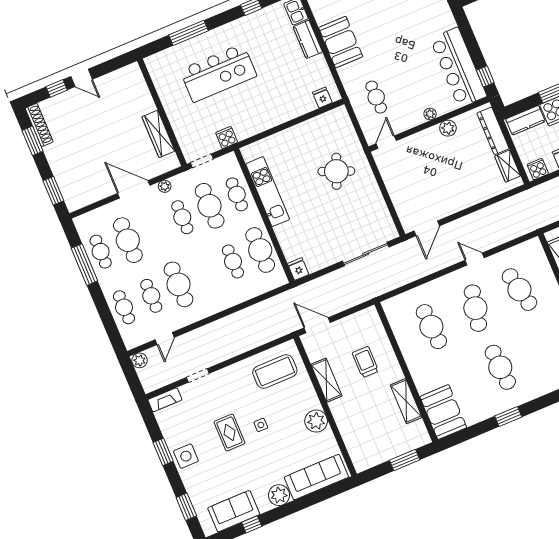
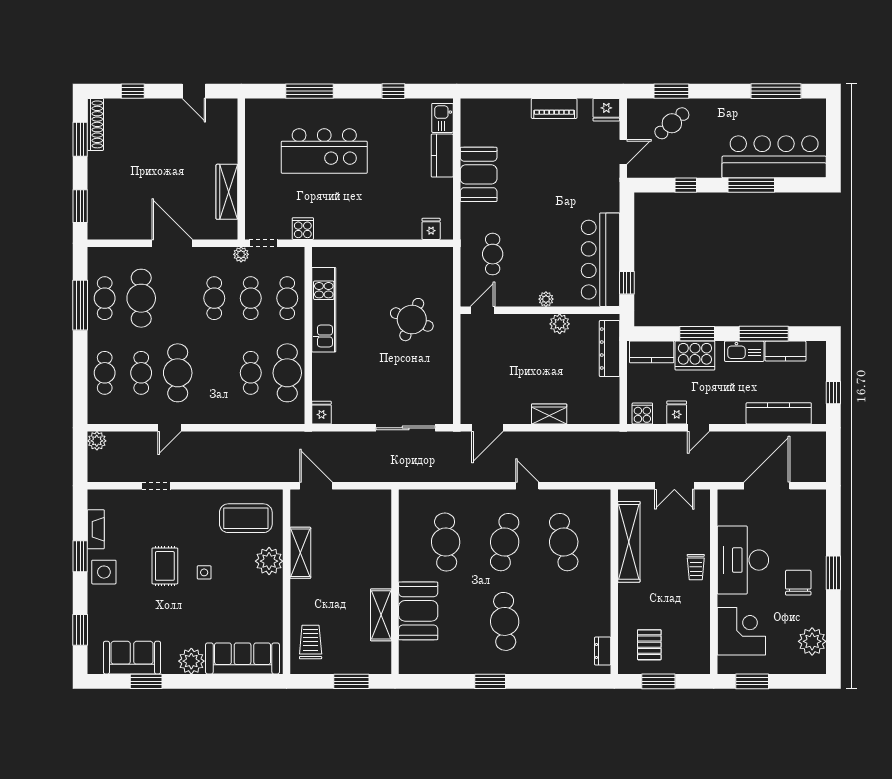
door: (82, 78) -> (194, 91), moved
wardrobe: (508, 166) -> (549, 414), moved, turned 90
plant: (165, 186) -> (241, 254), moved
cafe table: (210, 206) -> (251, 298), width x0.73, depth x0.74
door: (165, 338) -> (169, 428), moved
trolley: (365, 362) -> (311, 642), moved
fireplace: (165, 400) -> (96, 529), moved, turned -90
booth: (443, 412) -> (418, 611), moved
plant: (316, 421) -> (269, 561), moved
window: (252, 524) -> (146, 681), width x1.50

